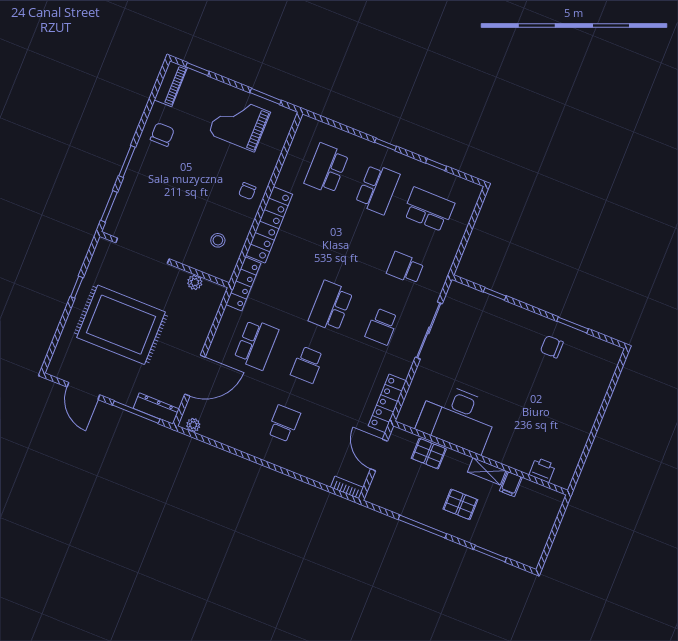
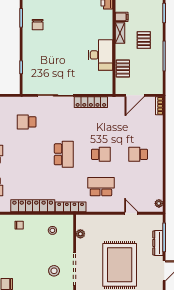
stool: (153, 217) -> (54, 271), added
school desk: (405, 268) -> (27, 122), turned 90
school desk: (331, 306) -> (64, 154), turned -90
school desk: (382, 327) -> (64, 122), removed
door: (195, 376) -> (131, 213), width x0.53
locker: (387, 403) -> (91, 102), moved
dresser: (156, 409) -> (158, 243), moved
desk: (458, 418) -> (101, 55), width x0.73, depth x0.77

